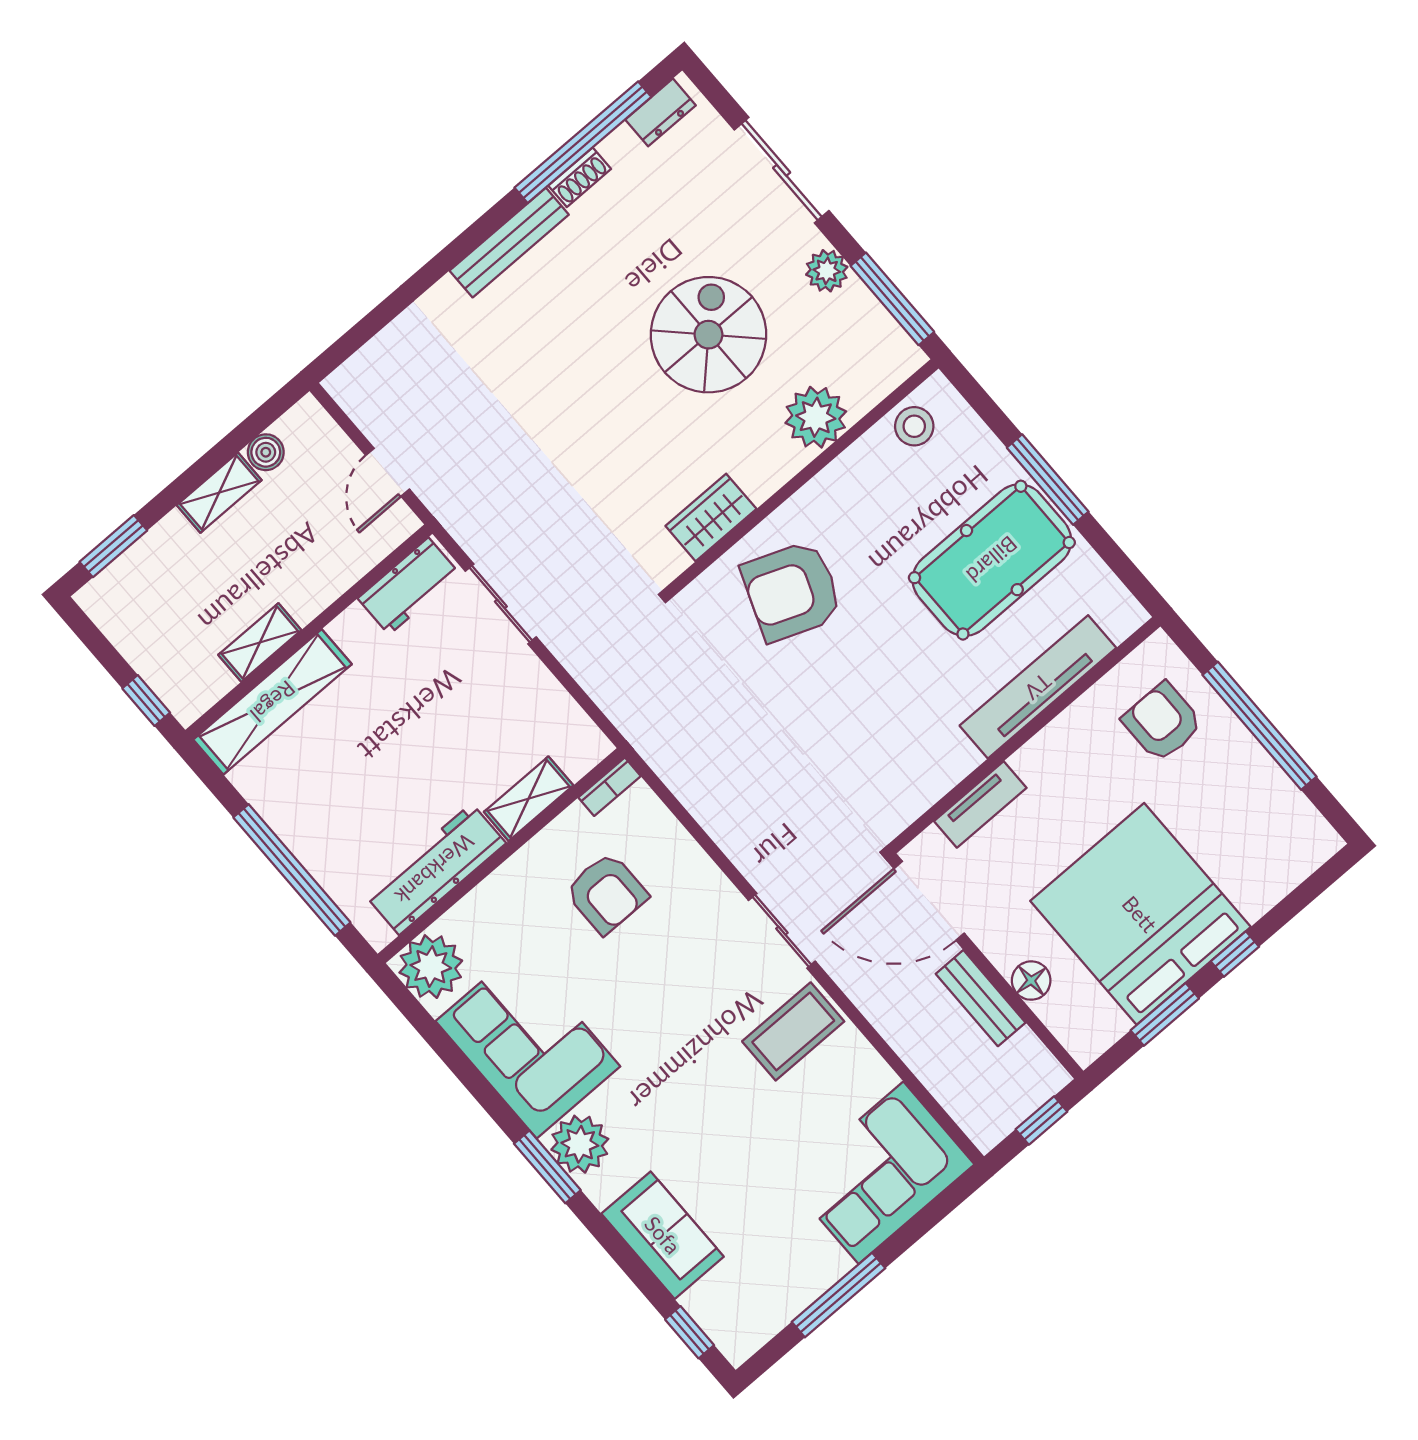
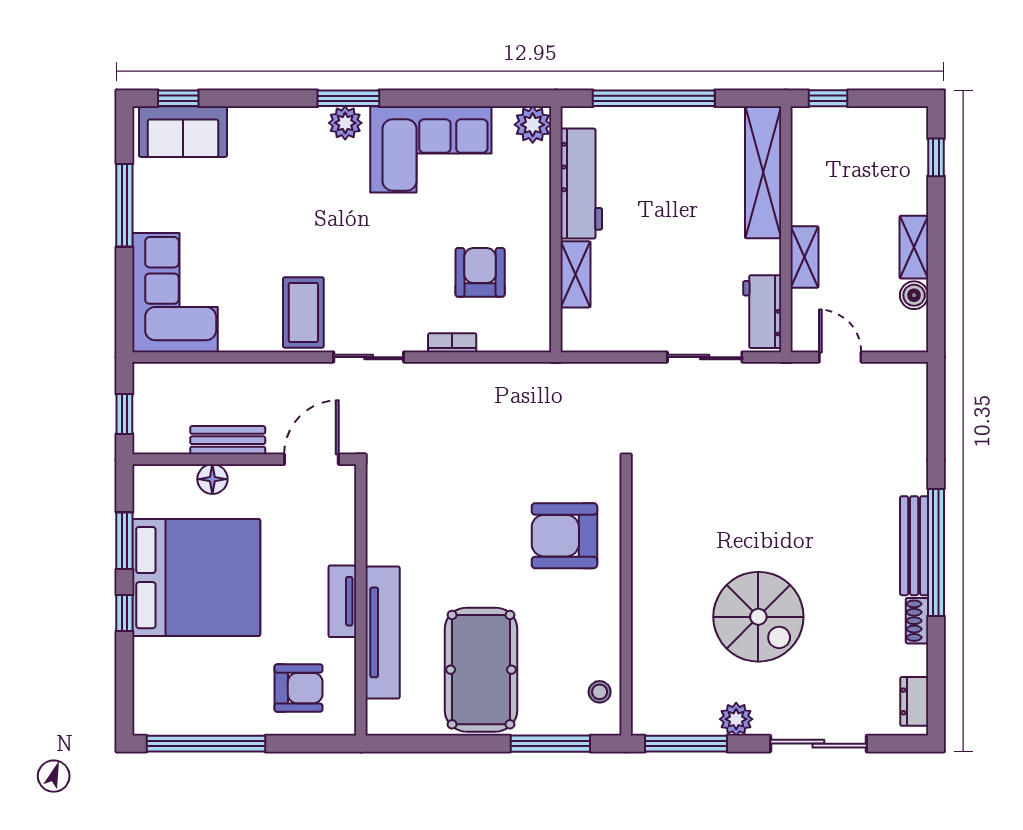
window: (583, 142) -> (936, 552), moved
plant: (816, 417) -> (655, 638), removed
stool: (914, 426) -> (600, 692), width x0.73, depth x0.73
window: (1048, 480) -> (550, 744), moved
wardrobe: (711, 517) -> (649, 525), removed
window: (113, 546) -> (936, 157), width x0.67
armchair: (792, 591) -> (564, 536), turned -111
shelving: (260, 642) -> (805, 257), moved
window: (1259, 726) -> (206, 744), moved
bookcase: (609, 787) -> (452, 343), moved, turned 90
tv unit: (980, 804) -> (342, 601), moved
armchair: (606, 893) -> (480, 272), turned 90
door: (929, 901) -> (311, 459), width x0.73
plant: (431, 967) -> (533, 125), width x0.73, depth x0.73
plant: (580, 1144) -> (345, 123), width x0.73, depth x0.73
sofa: (663, 1235) -> (183, 132), moved

